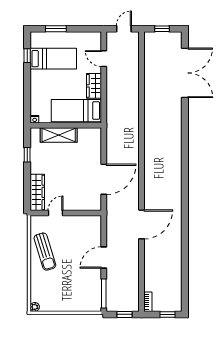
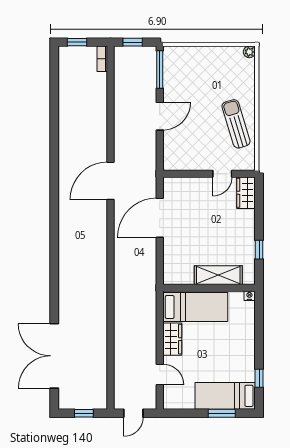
bed: (53, 59) -> (225, 396), moved
wardrobe: (37, 192) -> (246, 193), width x0.67
door: (142, 224) -> (110, 181), moved

